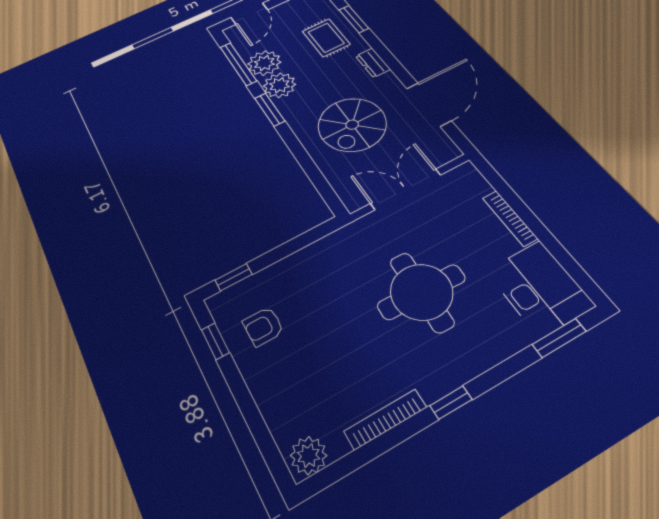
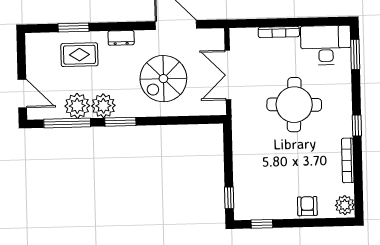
spiral stairs: (352, 125) -> (163, 79), turned 90
armchair: (263, 326) -> (307, 206), moved, turned 180

